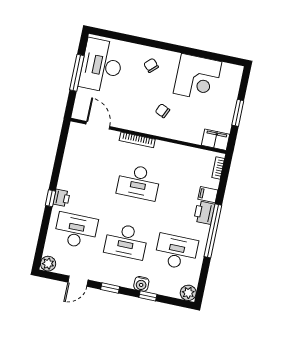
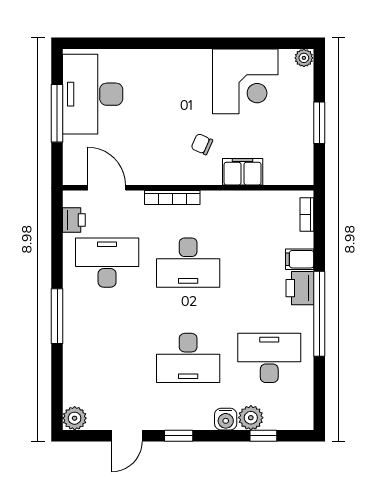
chair: (151, 65) -> (169, 78), removed
plant: (237, 71) -> (304, 58), added
filing cabinet: (216, 140) -> (243, 172), moved
window: (51, 198) -> (57, 316), width x2.17
printer: (61, 198) -> (74, 220), moved
desk: (76, 231) -> (107, 263), moved
plant: (188, 293) -> (251, 418), moved
window: (148, 296) -> (263, 436), moved

